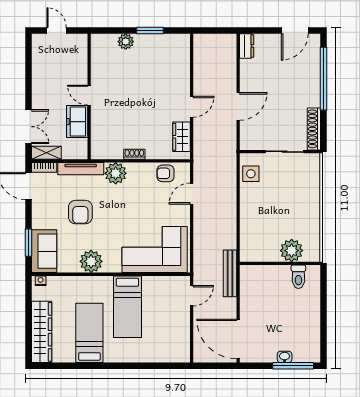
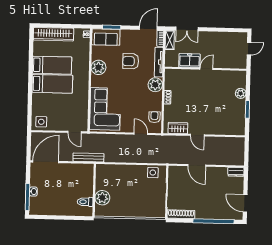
bed: (127, 307) -> (52, 84), moved, turned 180
side table: (177, 347) -> (41, 122), added

